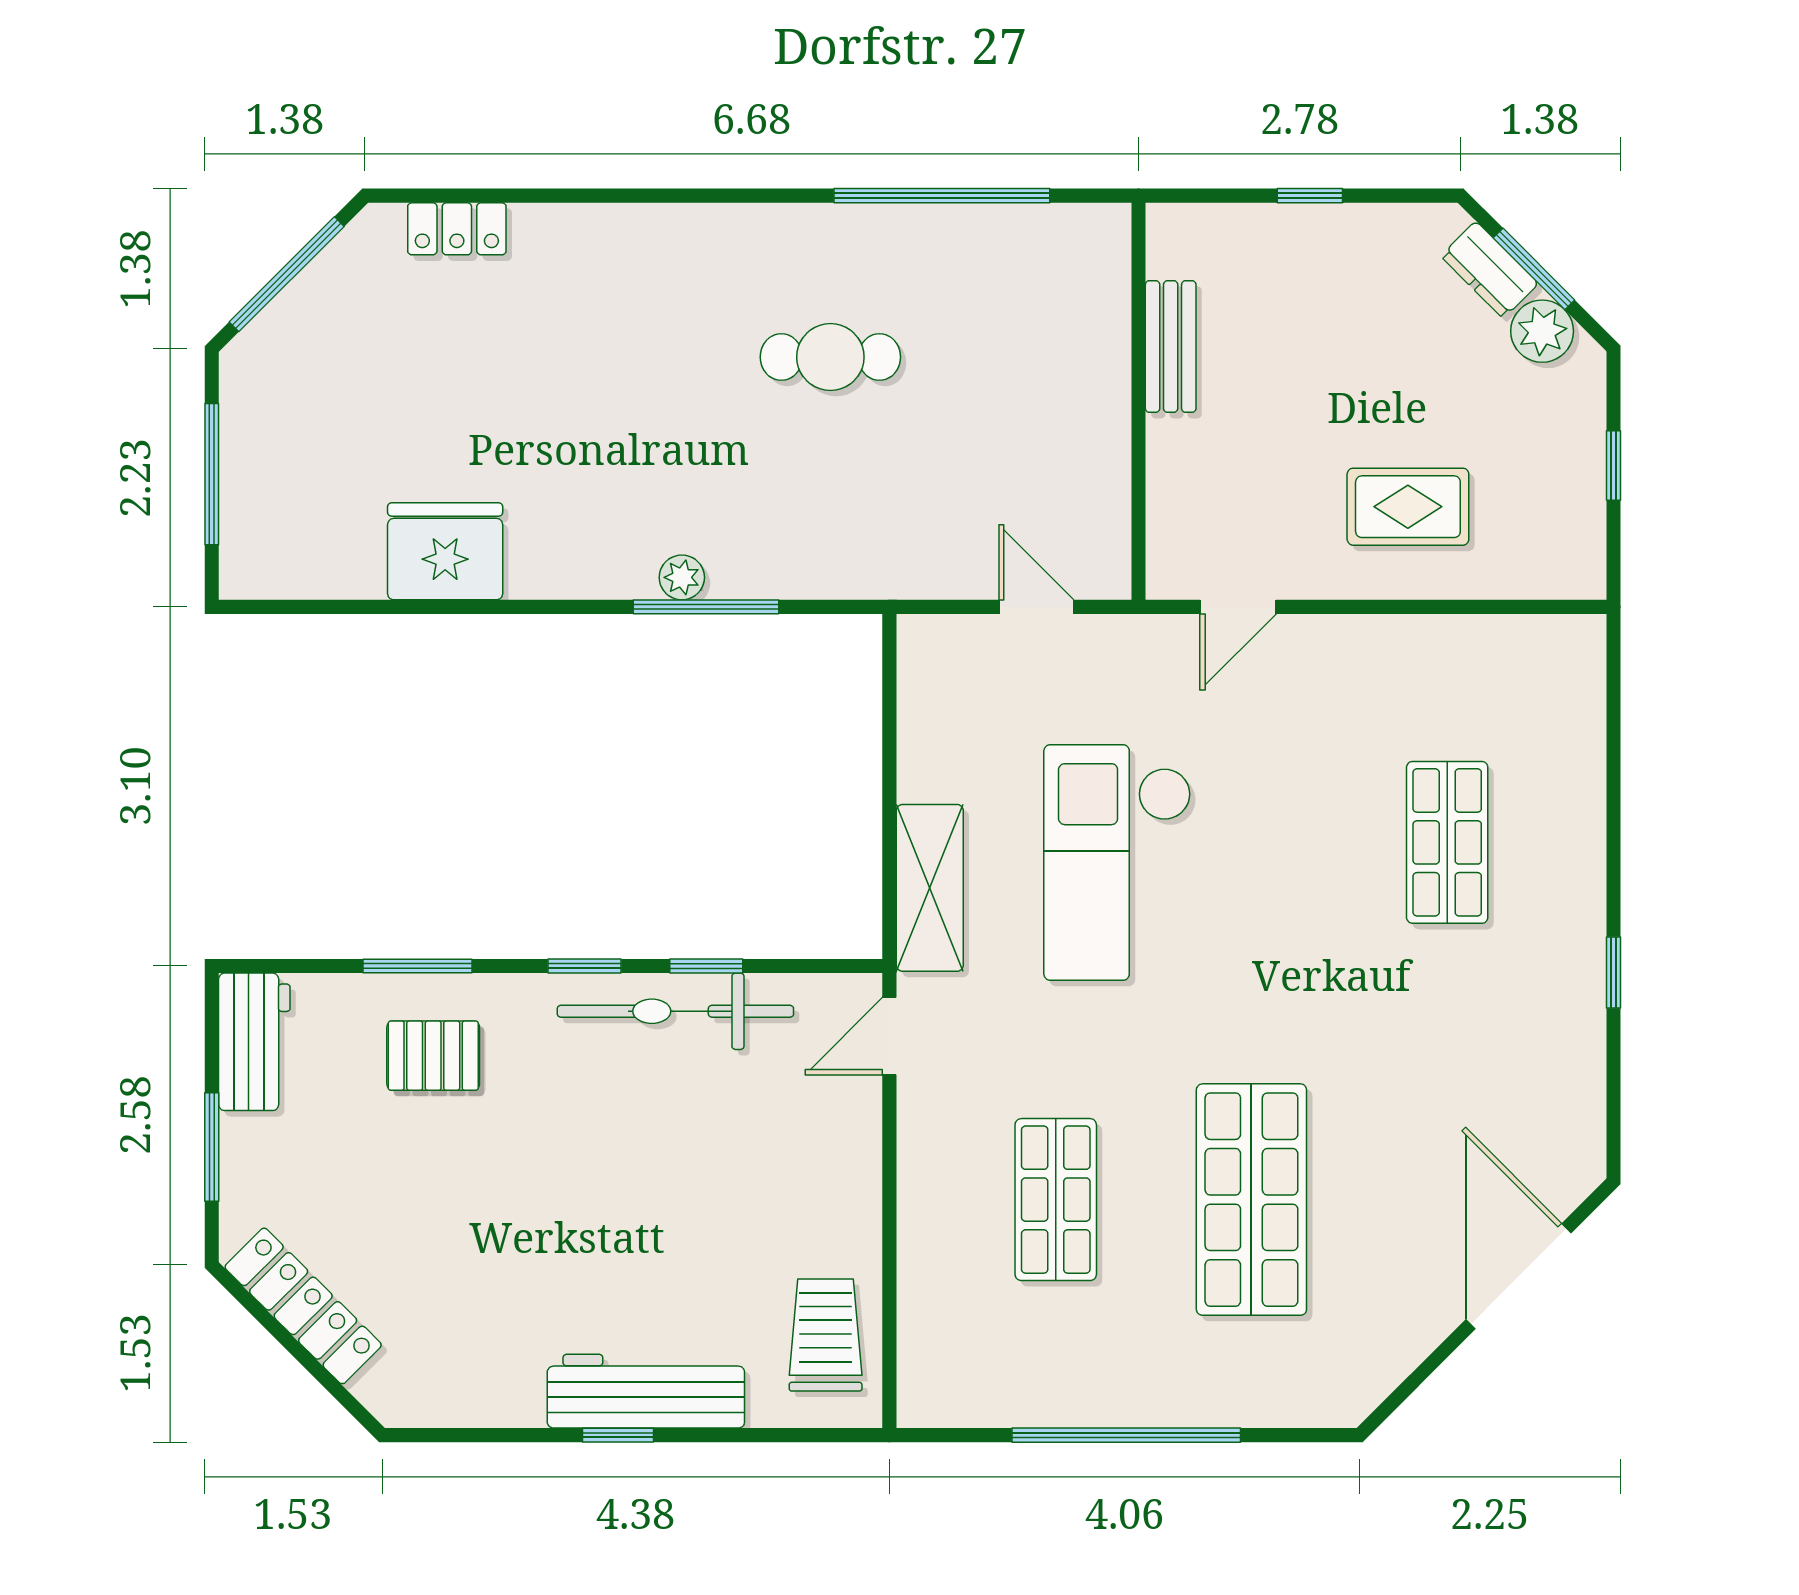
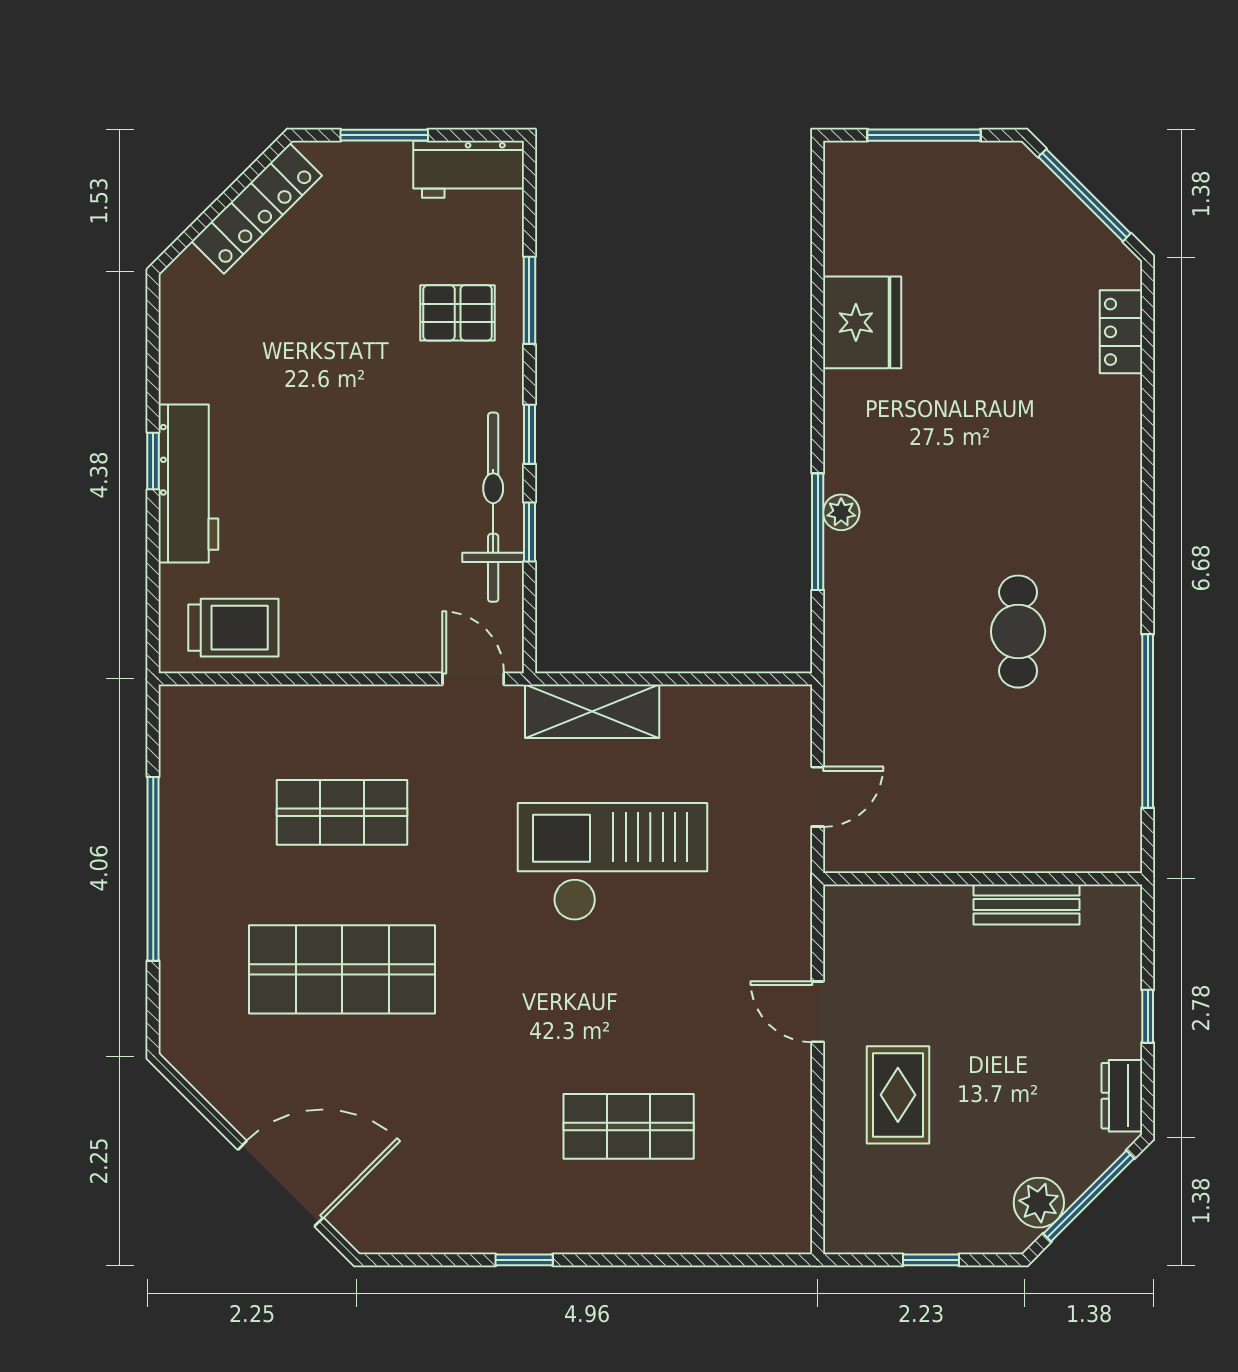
window: (1534, 269) -> (1089, 1196), width x1.44
dresser: (1489, 270) -> (1122, 1096), moved, turned -45
door: (1238, 607) -> (818, 1012), moved
pallet: (433, 1056) -> (458, 313), turned 90

